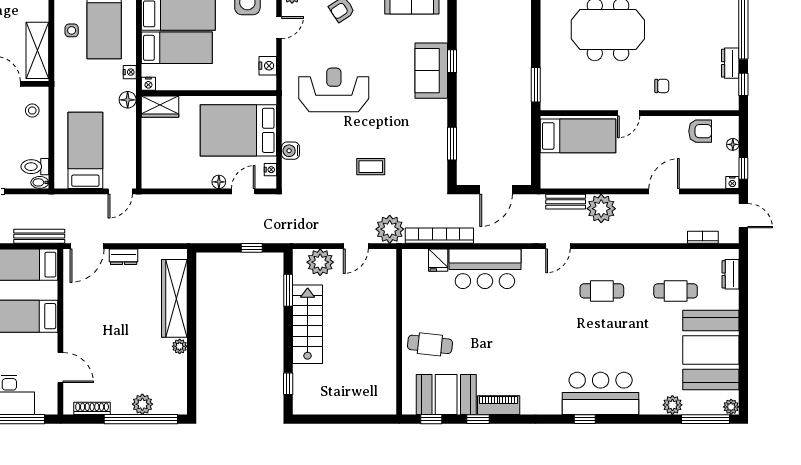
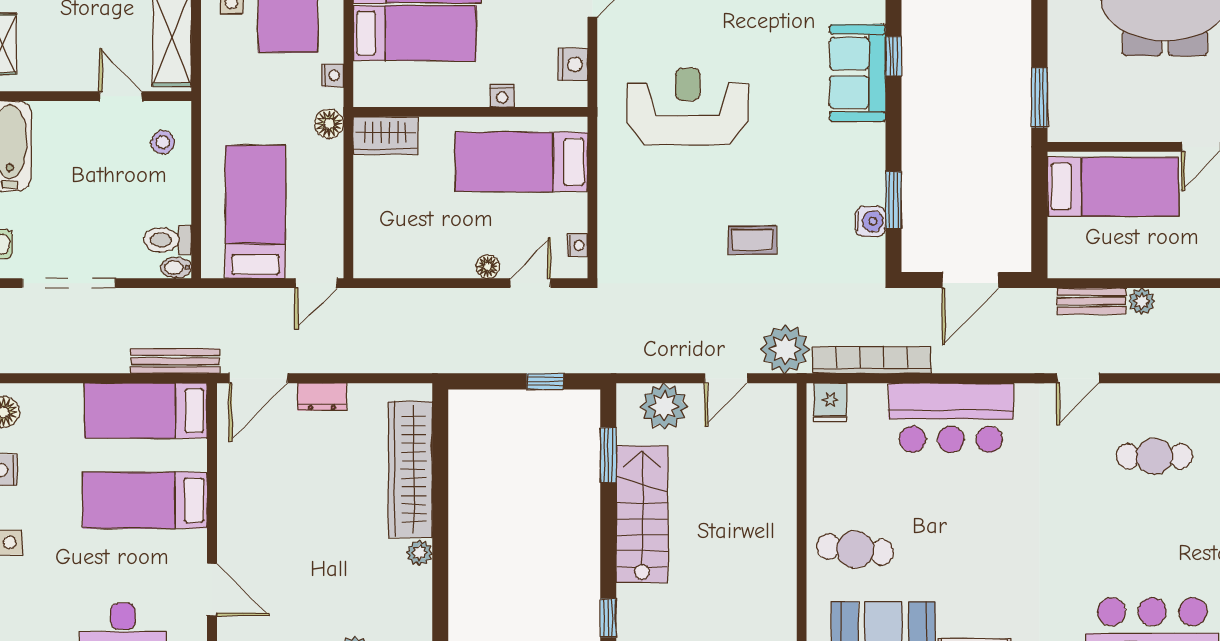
nightstand: (148, 84) -> (502, 96), moved
bed: (238, 130) -> (522, 162), width x0.67
water cooler: (290, 151) -> (870, 221), moved, turned 180
plant: (601, 209) -> (1142, 301), width x0.53, depth x0.53
fridge: (438, 260) -> (830, 403), moved

